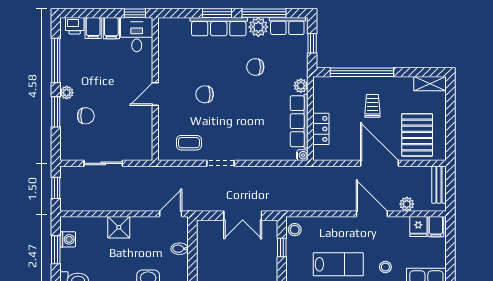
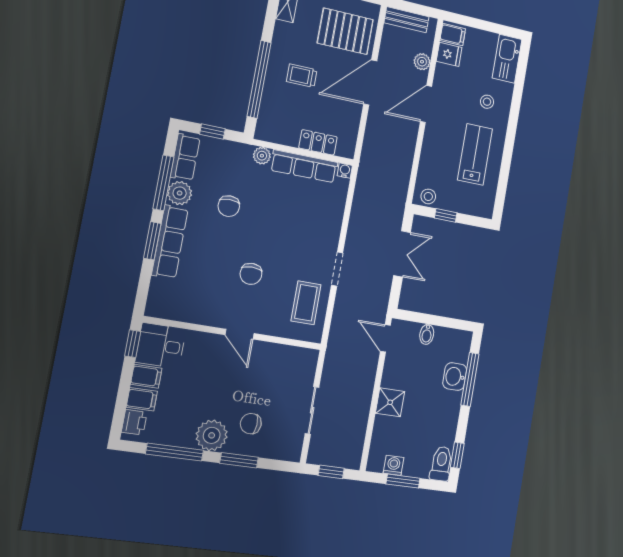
plant: (67, 93) -> (212, 435), width x1.88, depth x1.88
chair: (86, 116) -> (251, 424), turned -88
coffee table: (189, 143) -> (306, 303), width x1.36, depth x1.30

